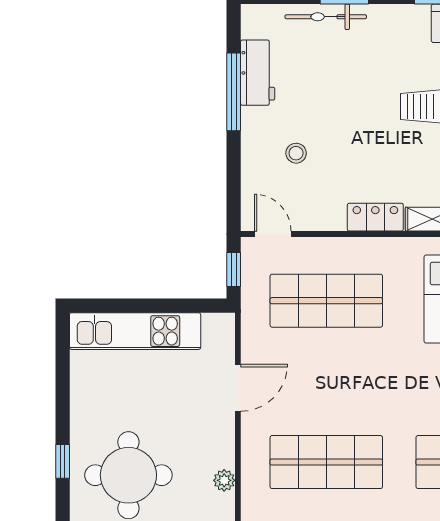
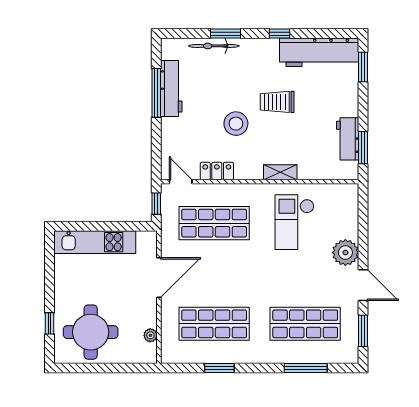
workbench: (258, 73) -> (171, 88), width x1.38
stool: (296, 153) -> (236, 124), moved, width x1.89, depth x1.89
locker: (375, 217) -> (217, 171), moved
door: (238, 388) -> (159, 277), width x1.36

